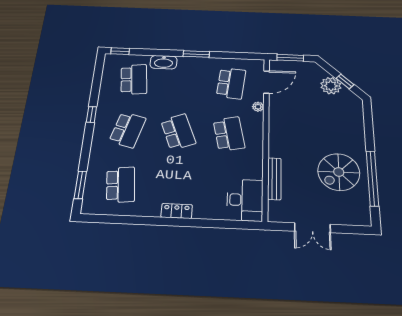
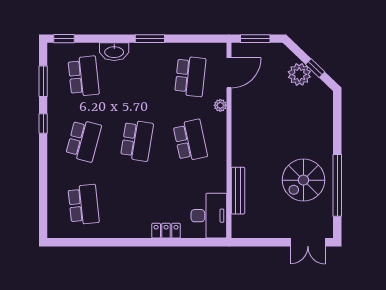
school desk: (178, 132) -> (137, 140), turned 30
window: (80, 185) -> (43, 81), moved
locker: (177, 211) -> (166, 231), moved
double door: (312, 228) -> (308, 242), moved

